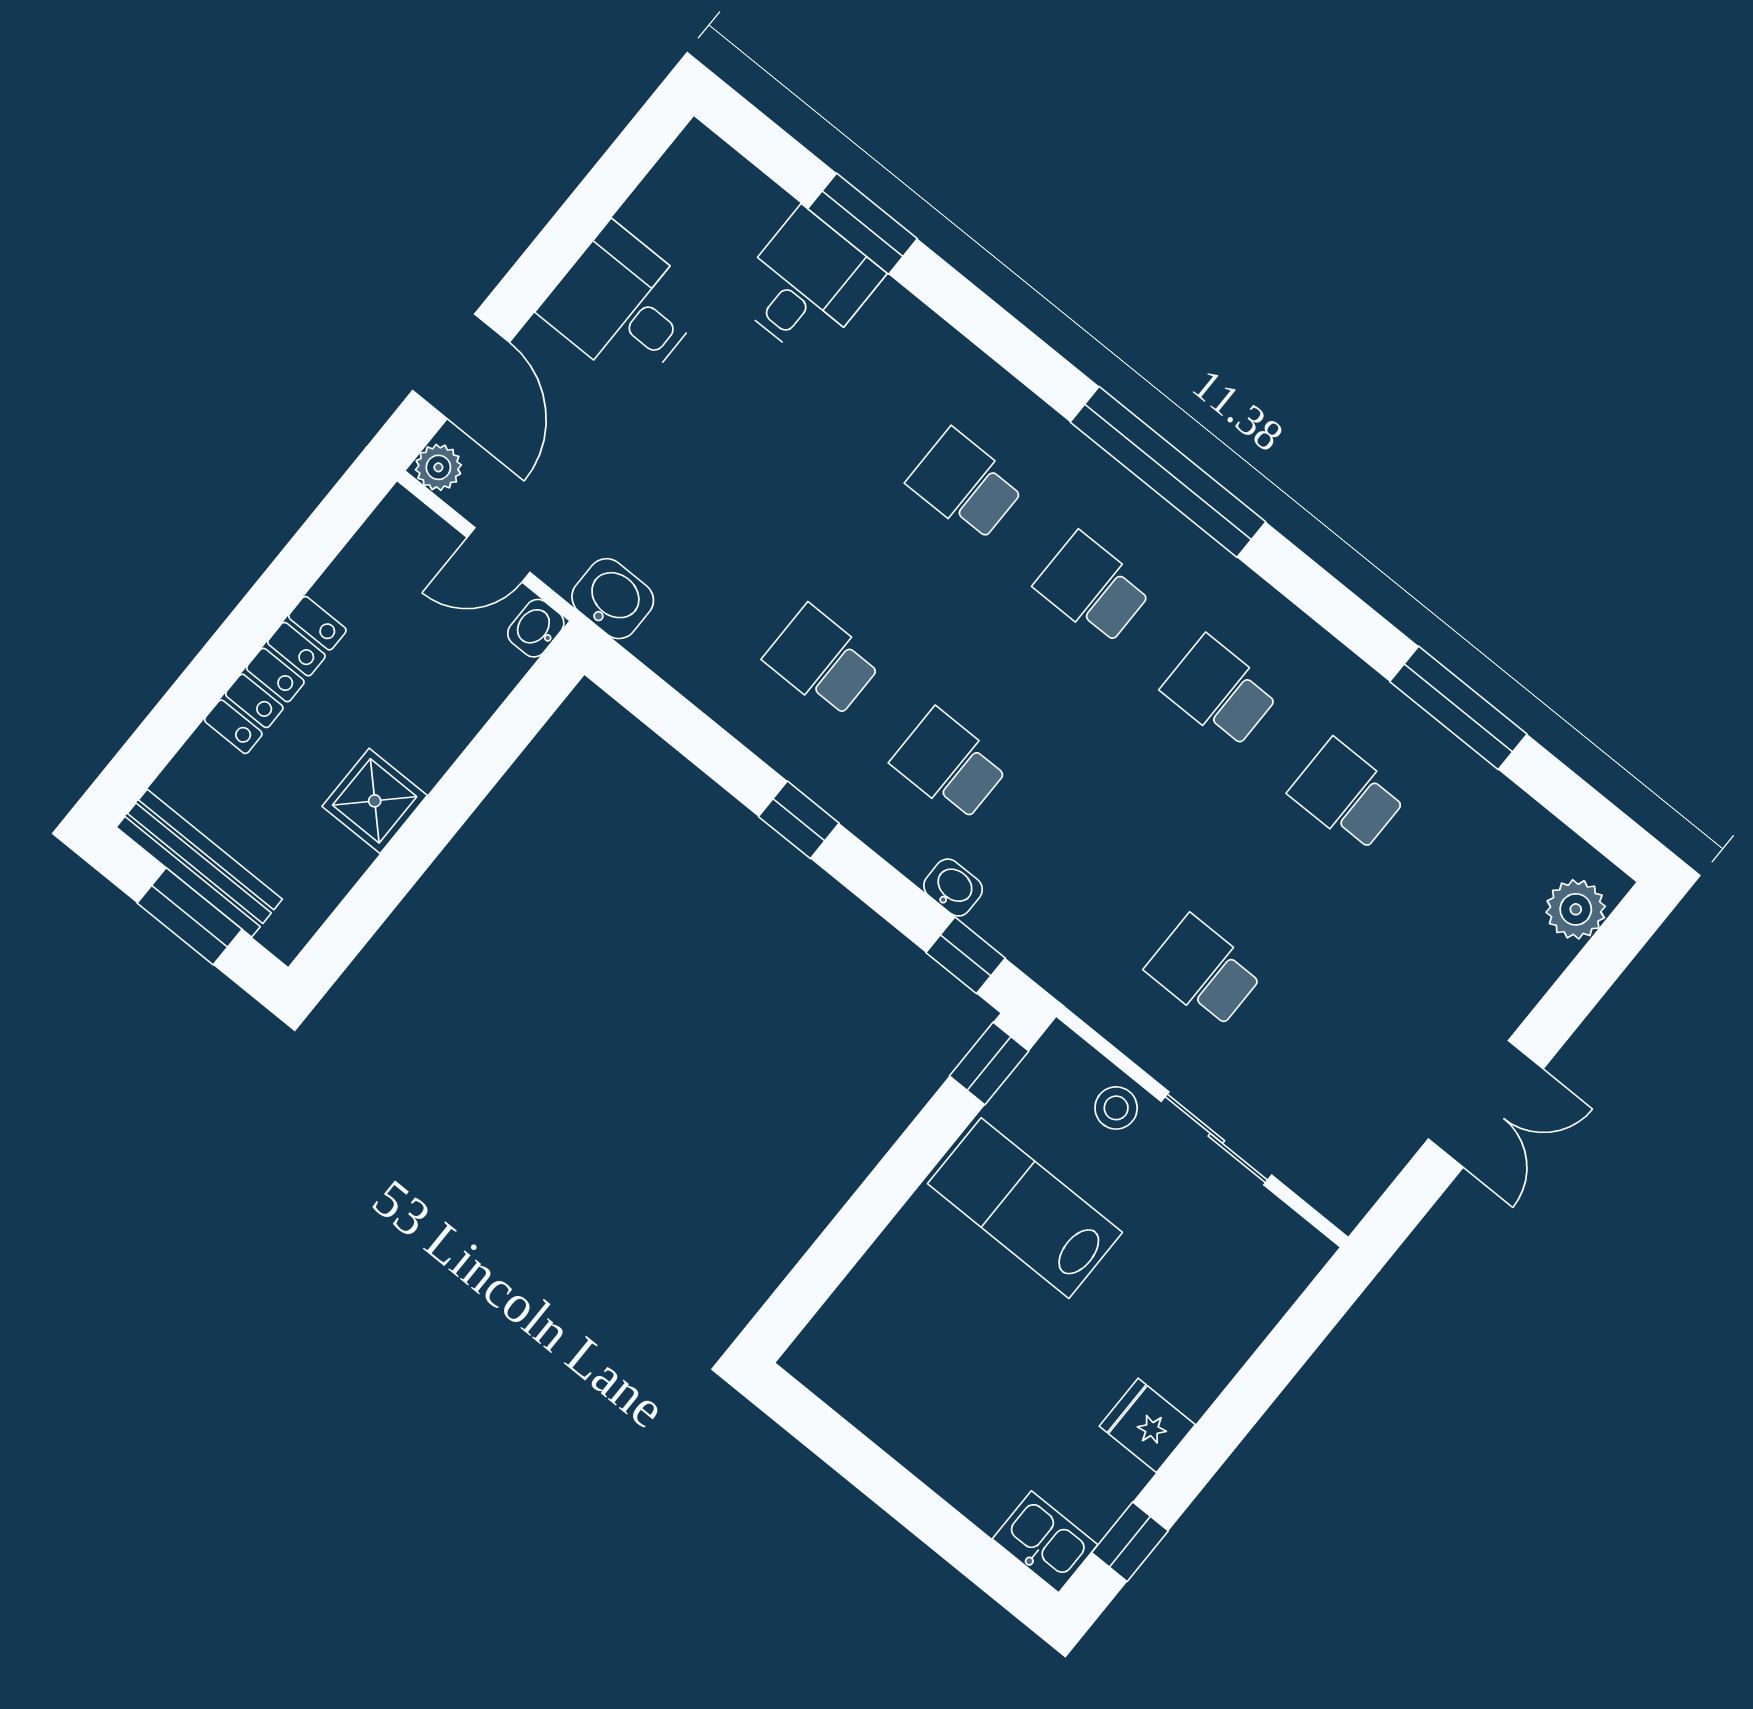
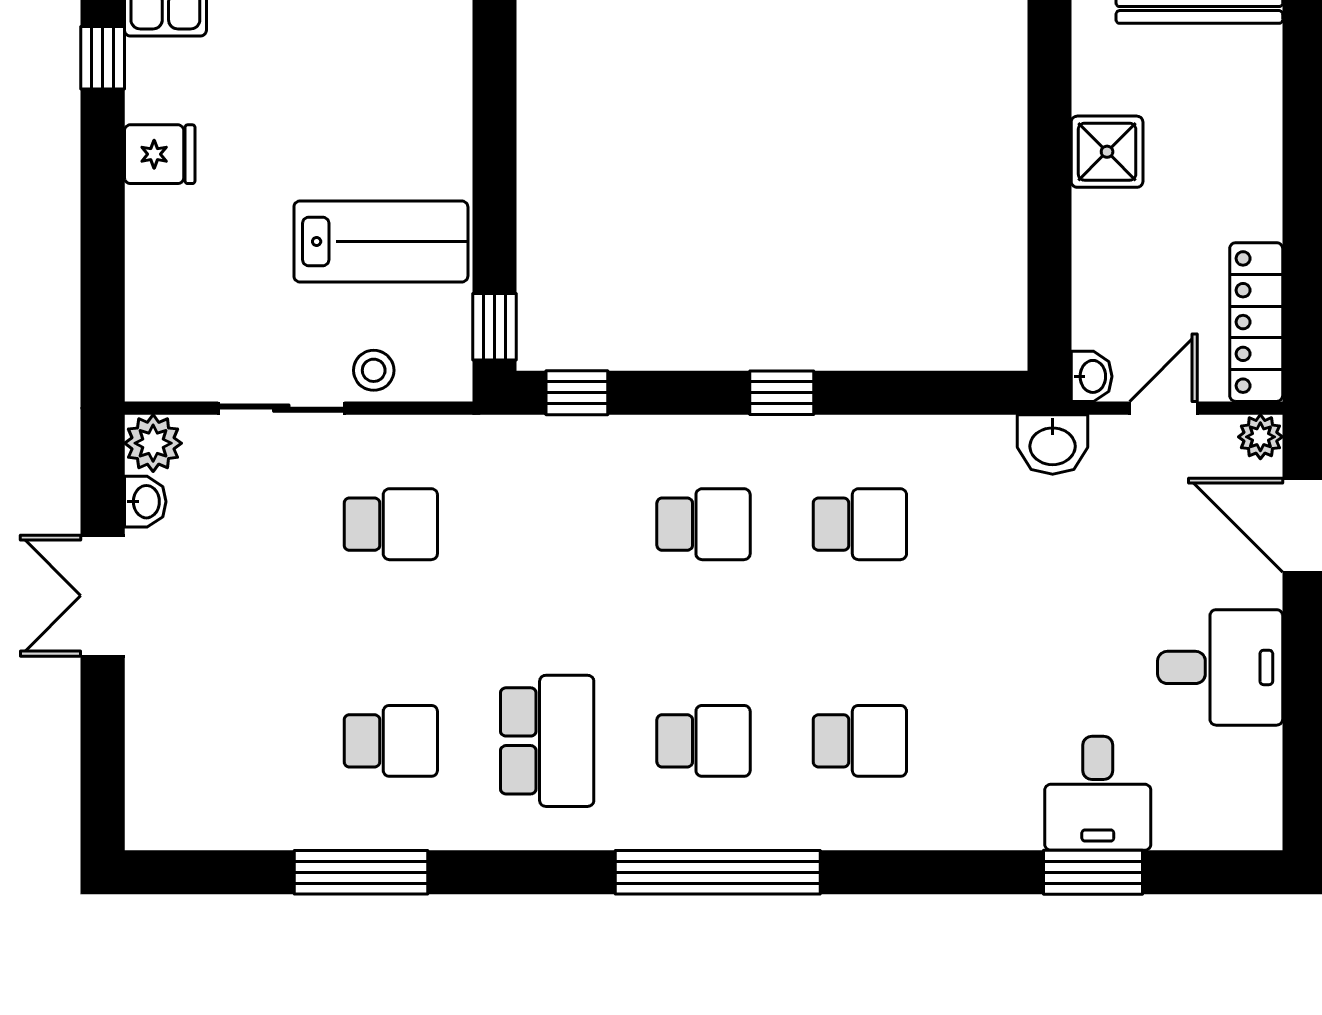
locker: (275, 675) -> (1256, 322), moved
school desk: (1220, 692) -> (547, 741), width x1.85
washbasin: (953, 888) -> (145, 502), moved, turned -90
plant: (1576, 909) -> (153, 443), moved

